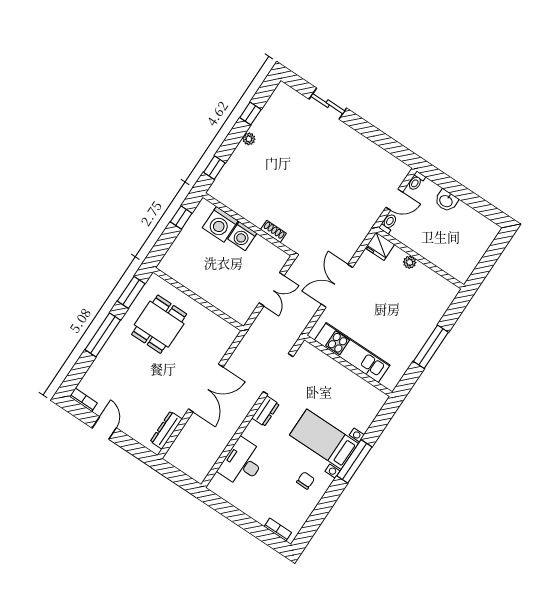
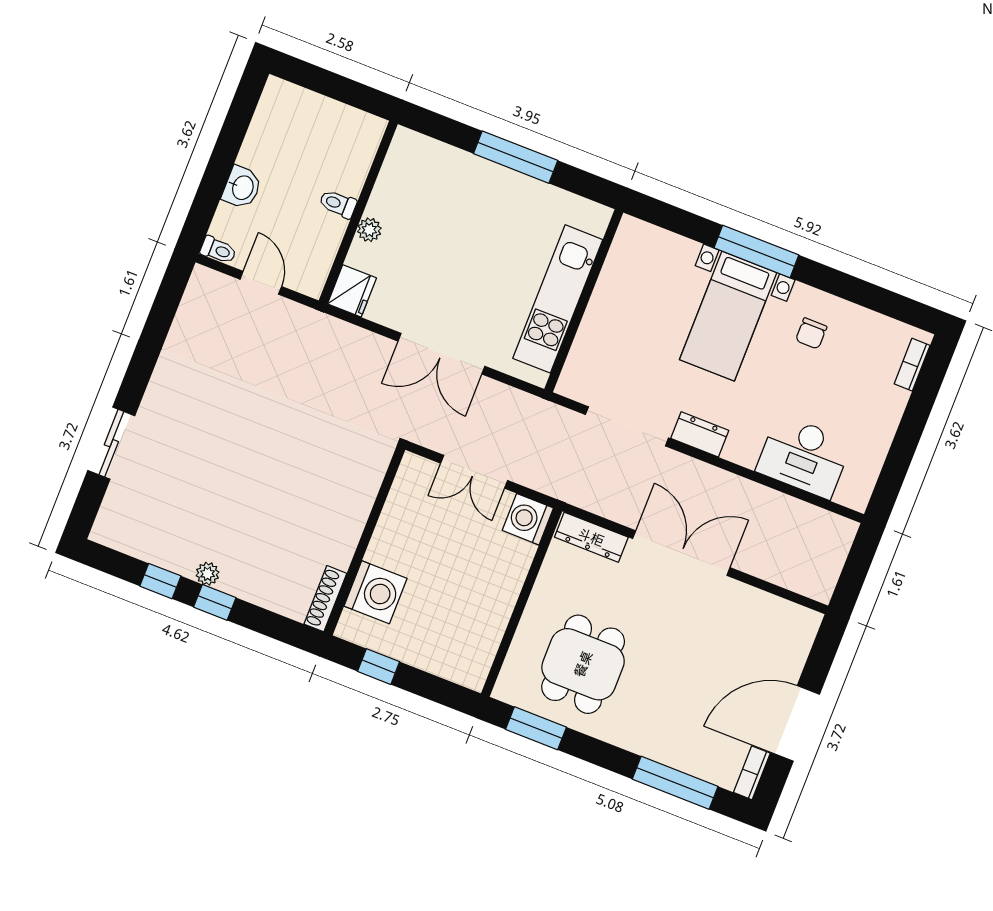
window: (214, 168) -> (215, 602), moved
toilet: (388, 223) -> (338, 204), moved
shoe rack: (273, 231) -> (325, 599), moved, width x1.43
washing machine: (242, 236) -> (528, 519), moved, turned 180
double door: (272, 289) -> (474, 472), swing flipped
dining table: (159, 324) -> (583, 664), turned 90
window: (103, 335) -> (675, 783), moved
door: (104, 428) -> (795, 723), width x1.88
dresser: (166, 430) -> (591, 537), moved
chair: (305, 481) -> (811, 333), turned -91

